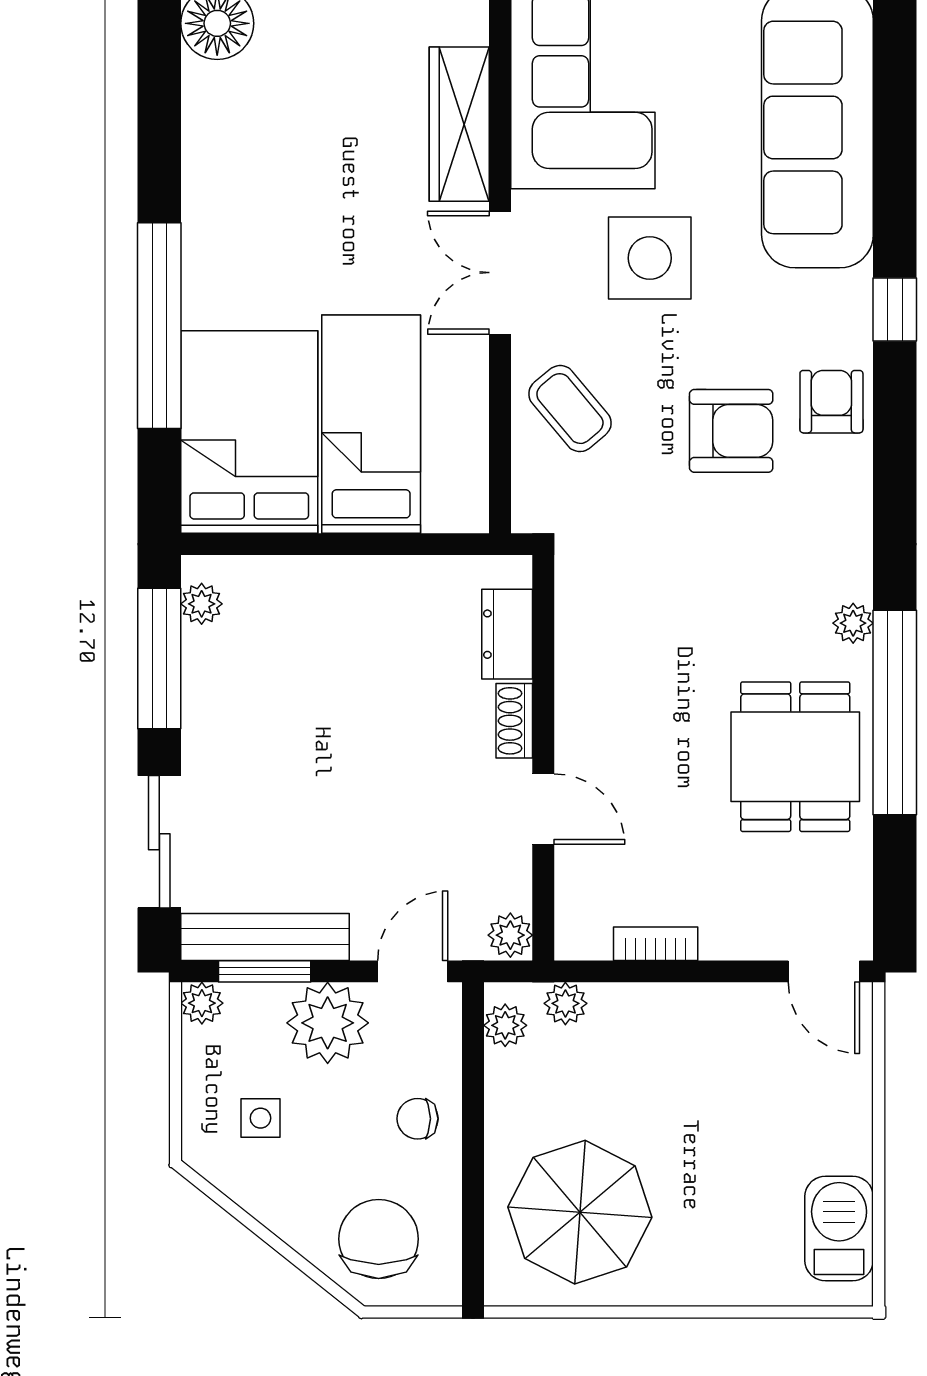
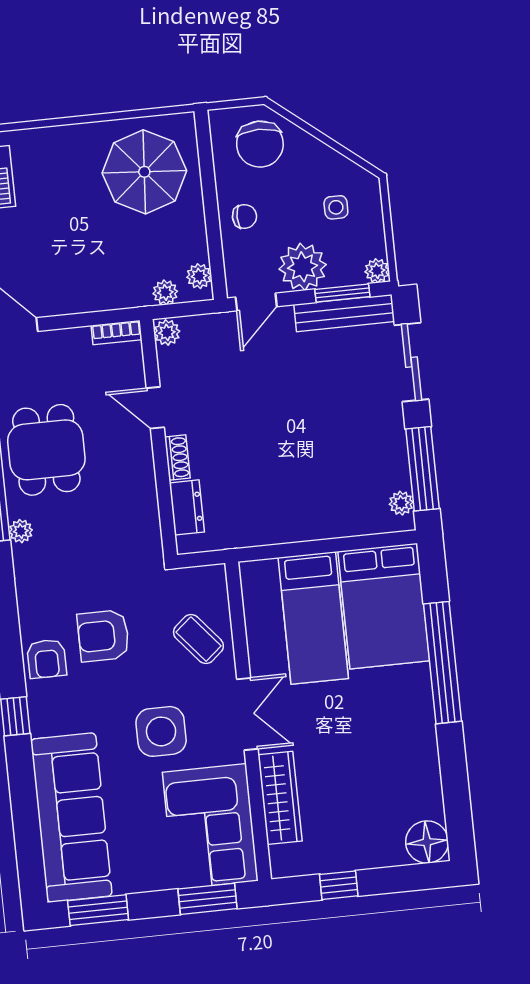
dresser: (507, 634) -> (187, 507), moved
shoe rack: (514, 721) -> (177, 457), moved
wall: (543, 758) -> (158, 438), moved
door: (543, 809) -> (155, 408), moved
plant: (510, 935) -> (167, 332), moved

